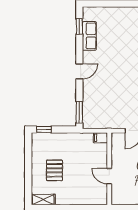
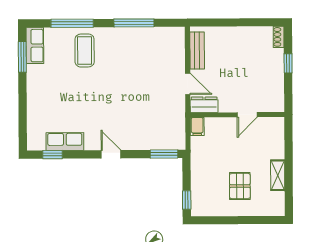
dresser: (117, 143) -> (204, 105), added
pallet: (54, 170) -> (240, 186), turned 90
shelving: (43, 200) -> (278, 175), moved

